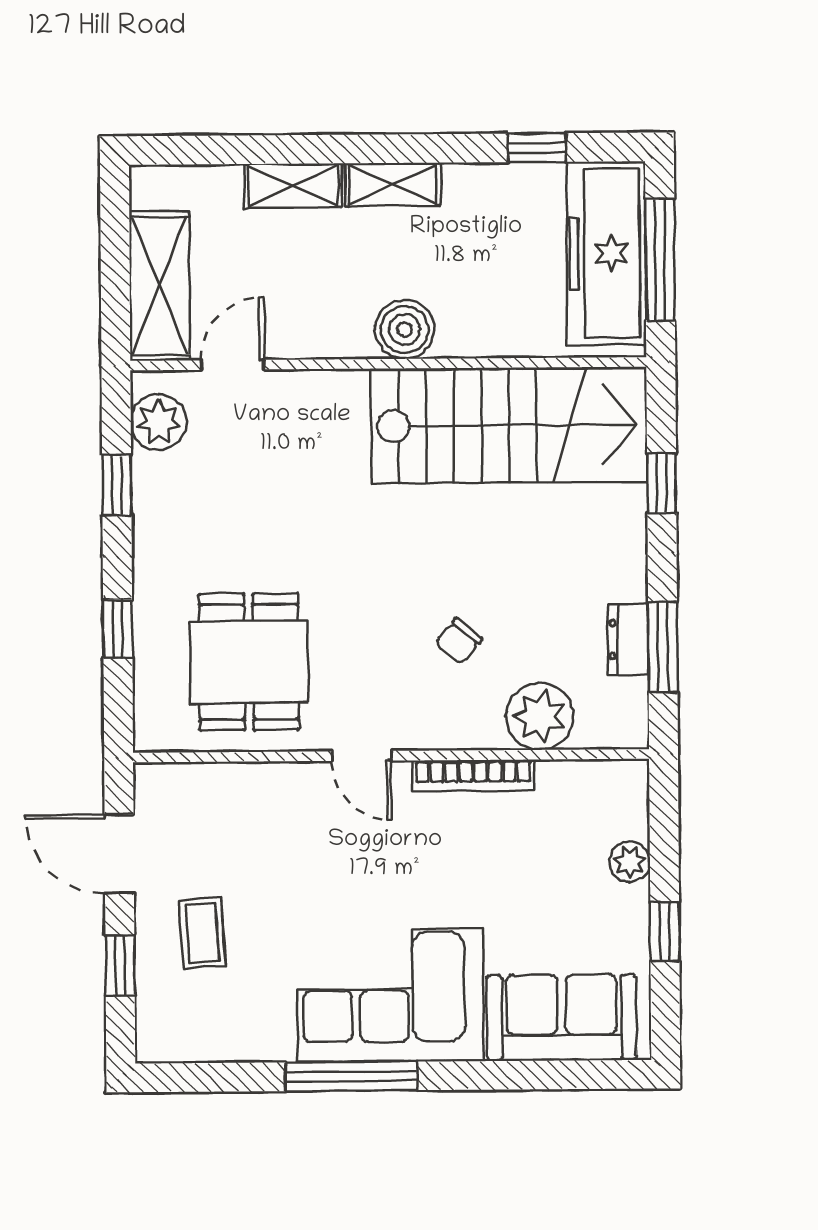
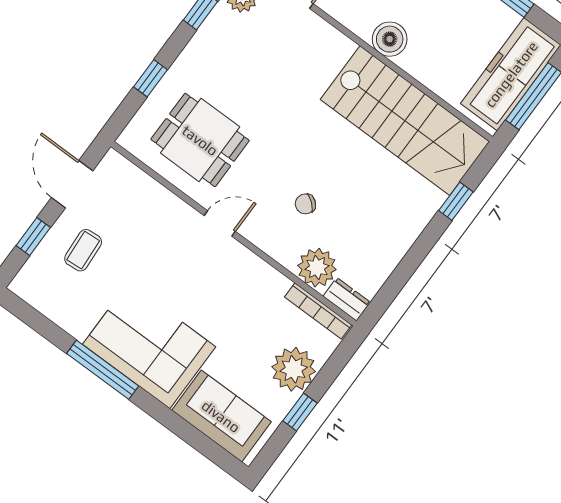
dresser: (628, 639) -> (347, 299), moved, turned 90
window: (663, 647) -> (399, 278), removed
dining table: (249, 662) -> (200, 140), turned 90
door: (362, 756) -> (220, 223), swing flipped
bookcase: (473, 775) -> (318, 311), moved
plant: (630, 862) -> (294, 369), width x1.87, depth x1.87

